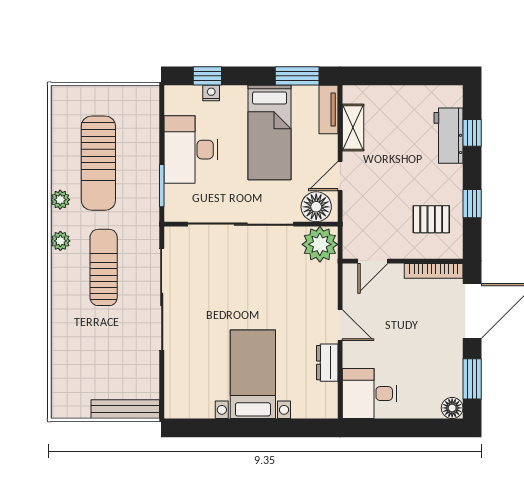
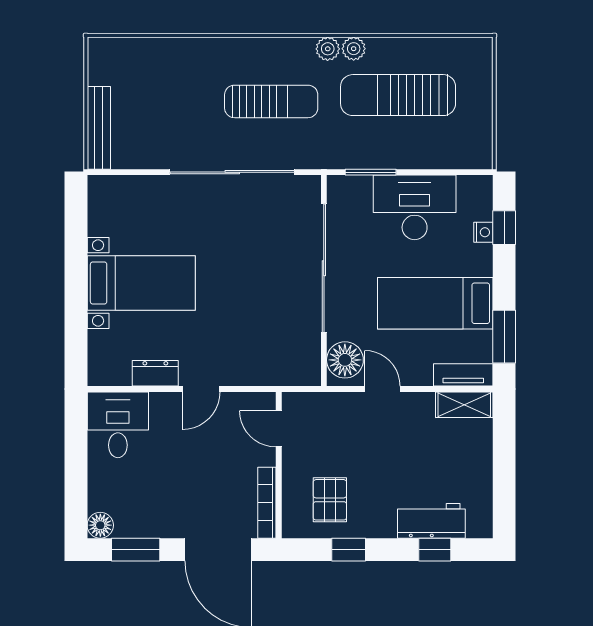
shelving: (353, 128) -> (464, 405), moved
plant: (60, 241) -> (328, 49), moved
plant: (320, 244) -> (299, 364), removed

